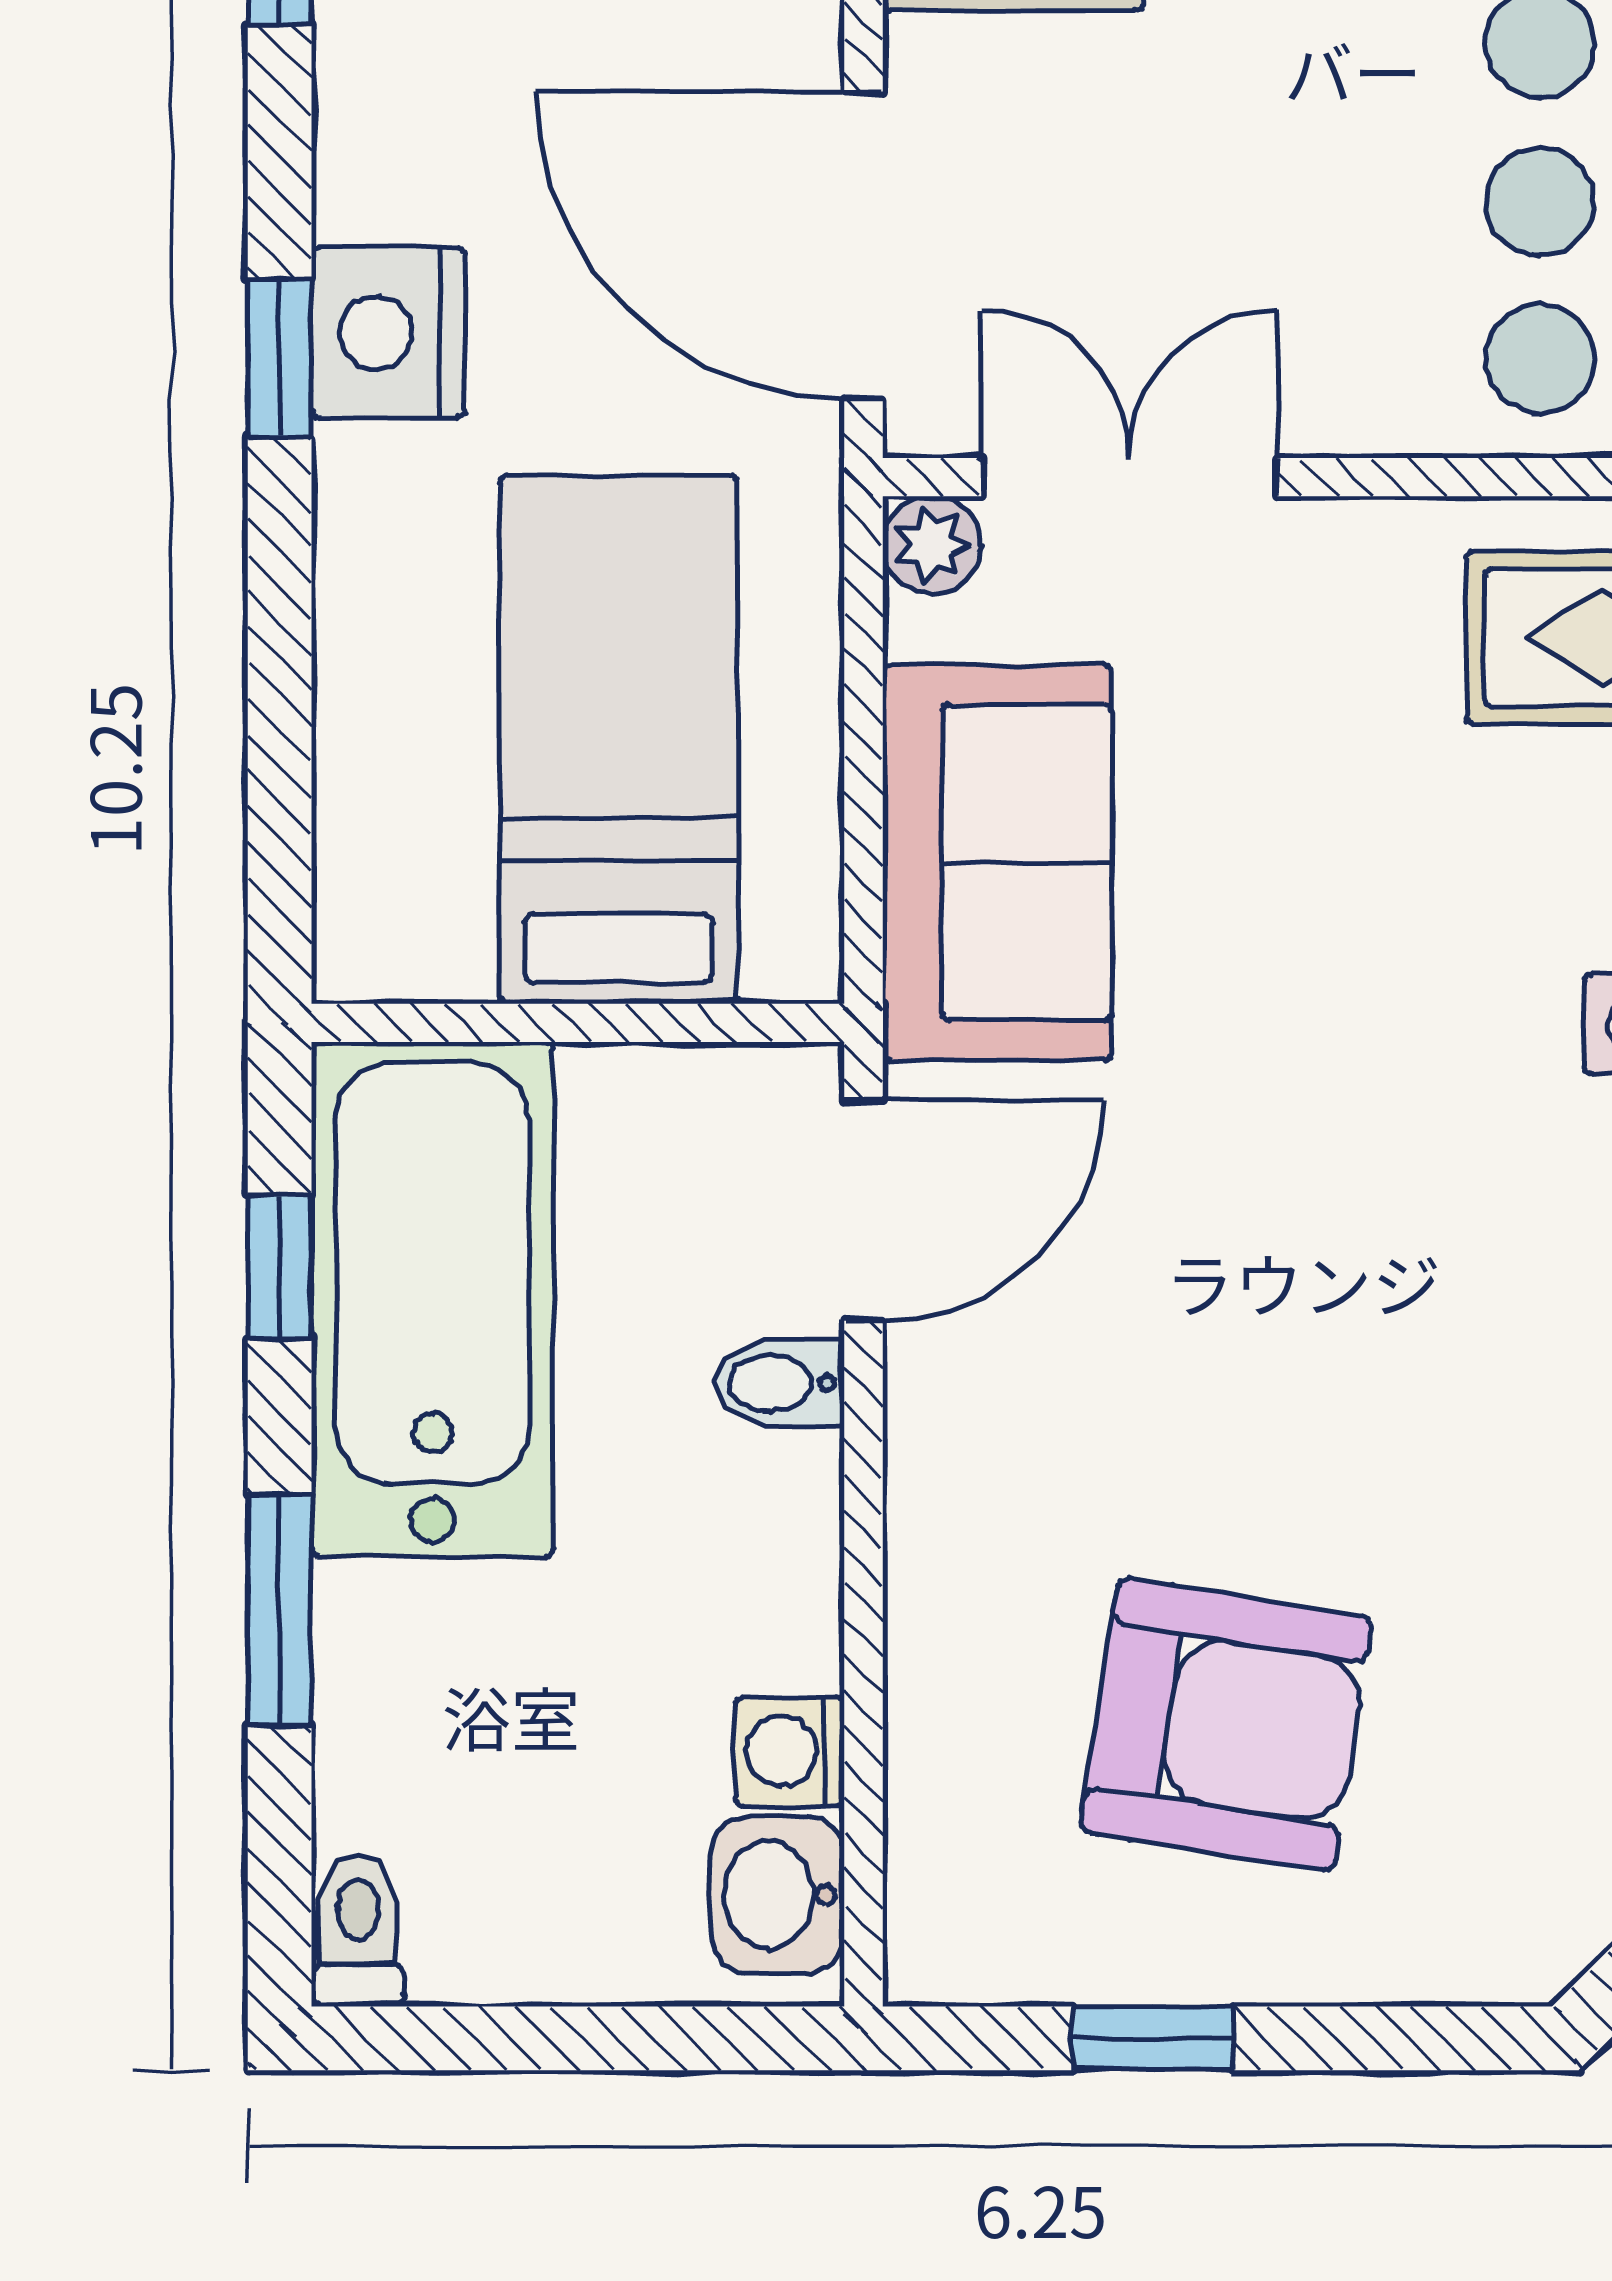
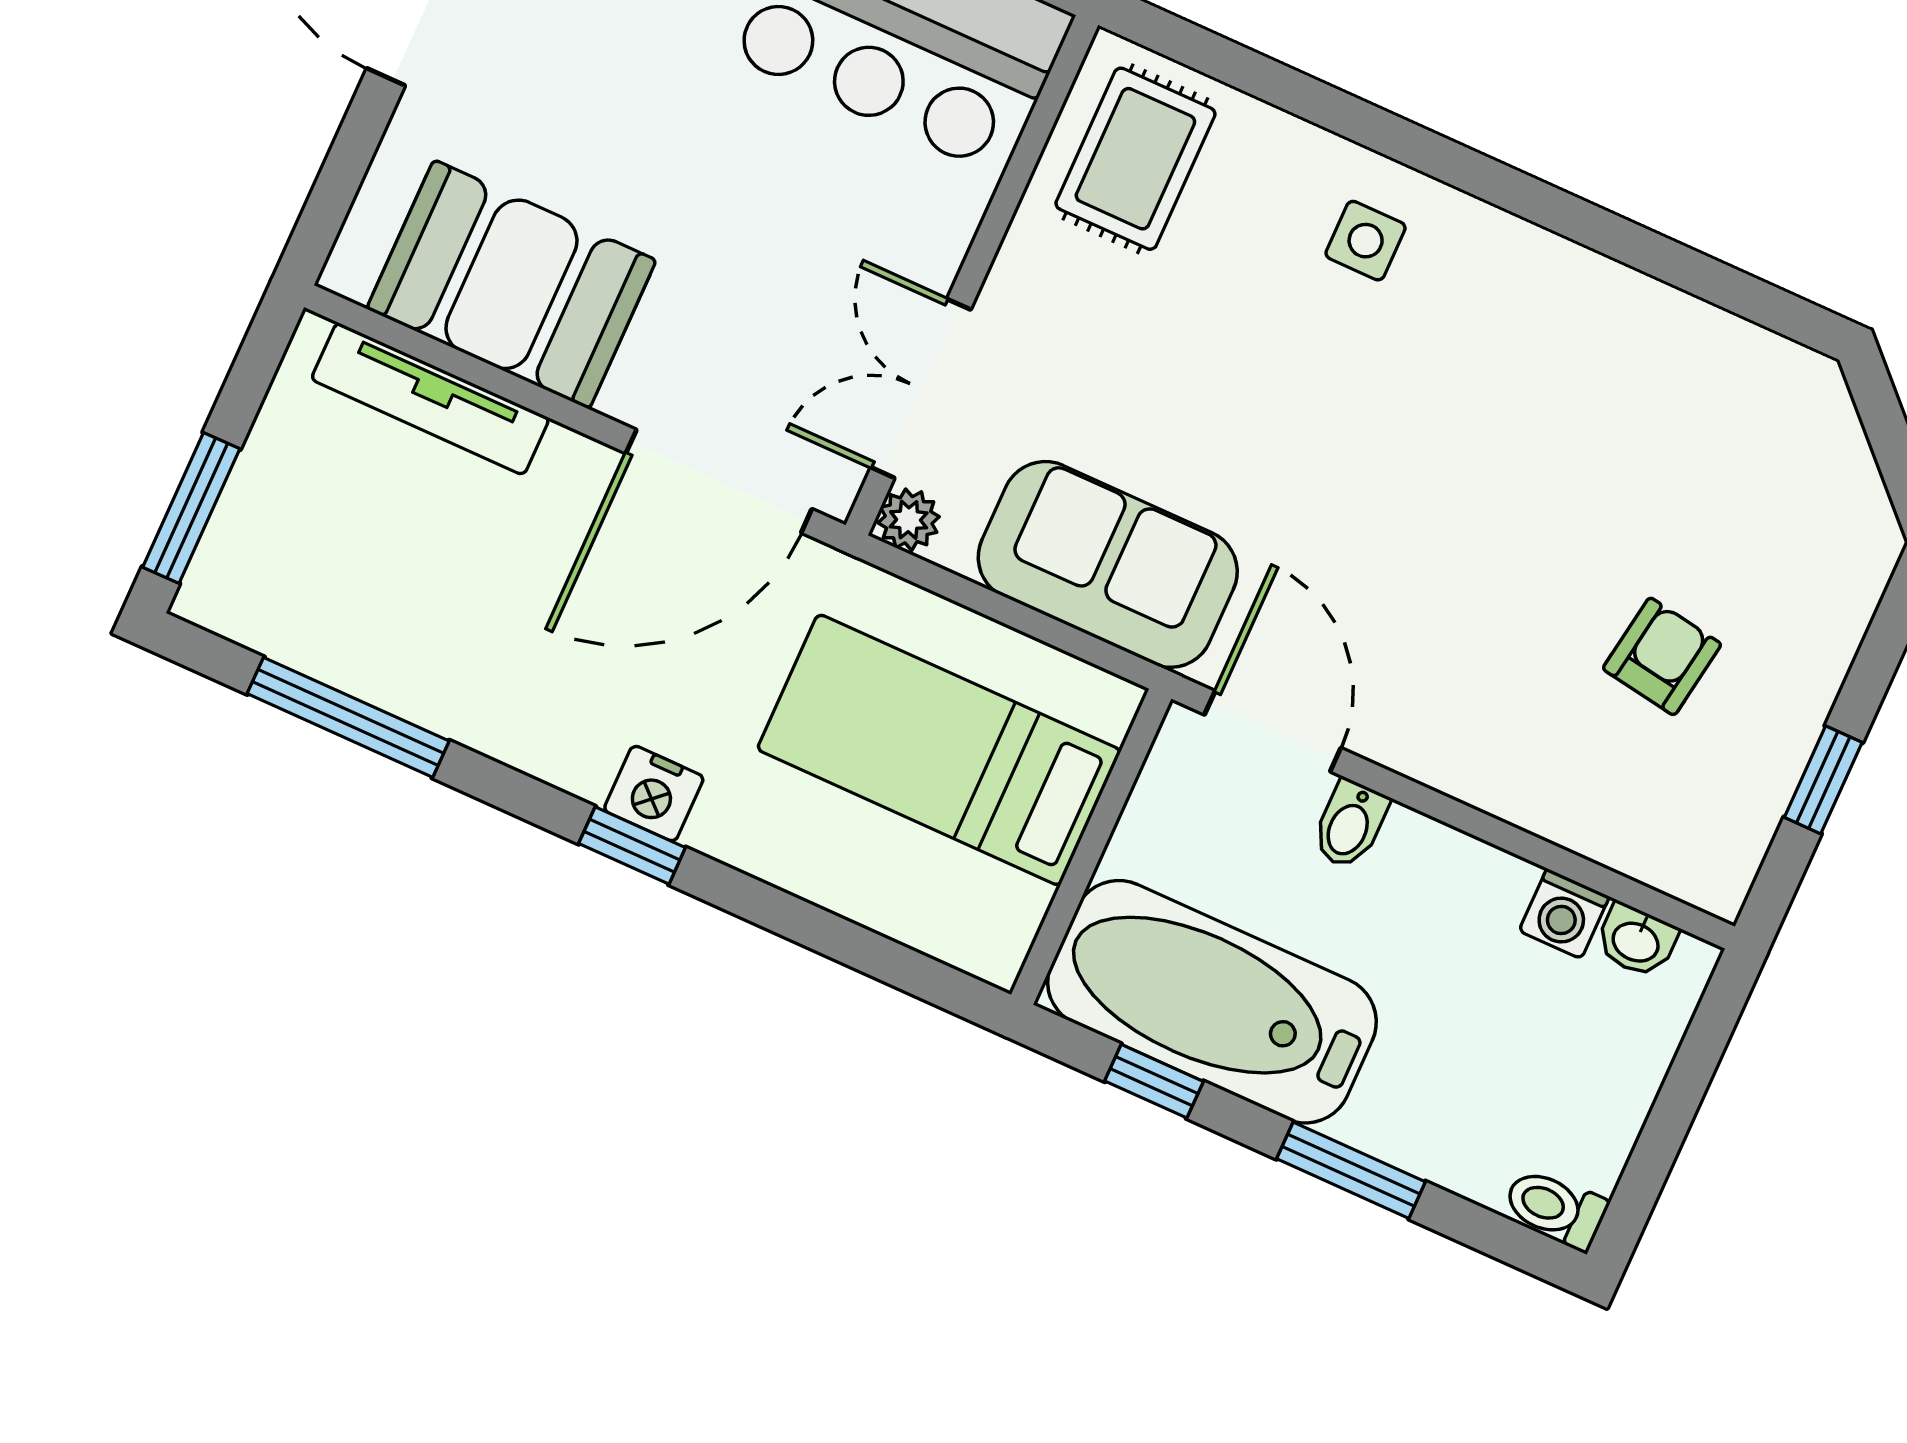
nightstand: (388, 333) -> (654, 794), width x0.74, depth x0.75
armchair: (1226, 1725) -> (1662, 656), width x0.53, depth x0.53
washbasin: (778, 1895) -> (1636, 941), width x0.72, depth x0.69

